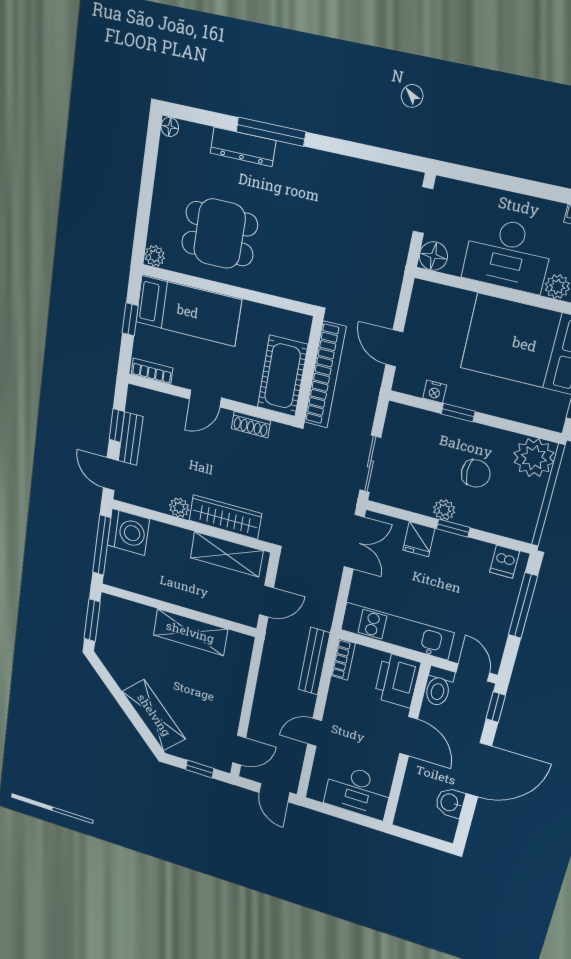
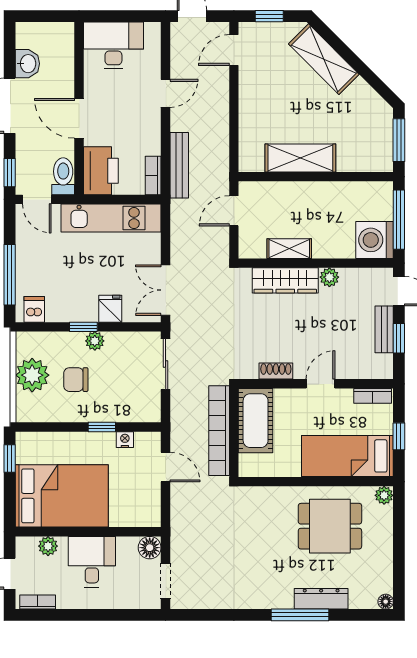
desk: (508, 255) -> (92, 562), width x0.73
plant: (534, 458) -> (32, 375), moved
shelving: (227, 554) -> (289, 249), width x0.67, depth x0.75

